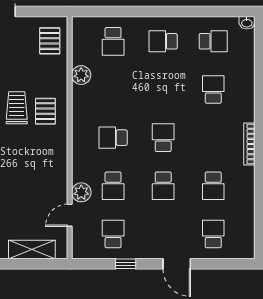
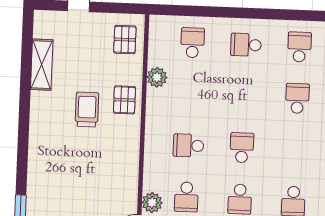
school desk: (113, 41) -> (193, 43), turned 180
school desk: (213, 41) -> (299, 47), turned -90
pallet: (45, 111) -> (124, 100), moved

